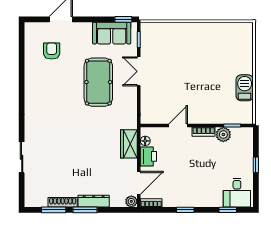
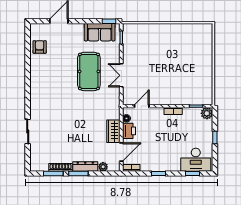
armchair: (52, 51) -> (40, 47), moved
double door: (139, 71) -> (121, 75), moved
barbecue: (245, 88) -> (206, 76), removed
door: (178, 126) -> (142, 106), moved
plant: (223, 135) -> (207, 113), moved
wardrobe: (129, 144) -> (113, 131), moved
desk: (237, 193) -> (196, 160), width x1.37
plant: (131, 201) -> (103, 167), moved

